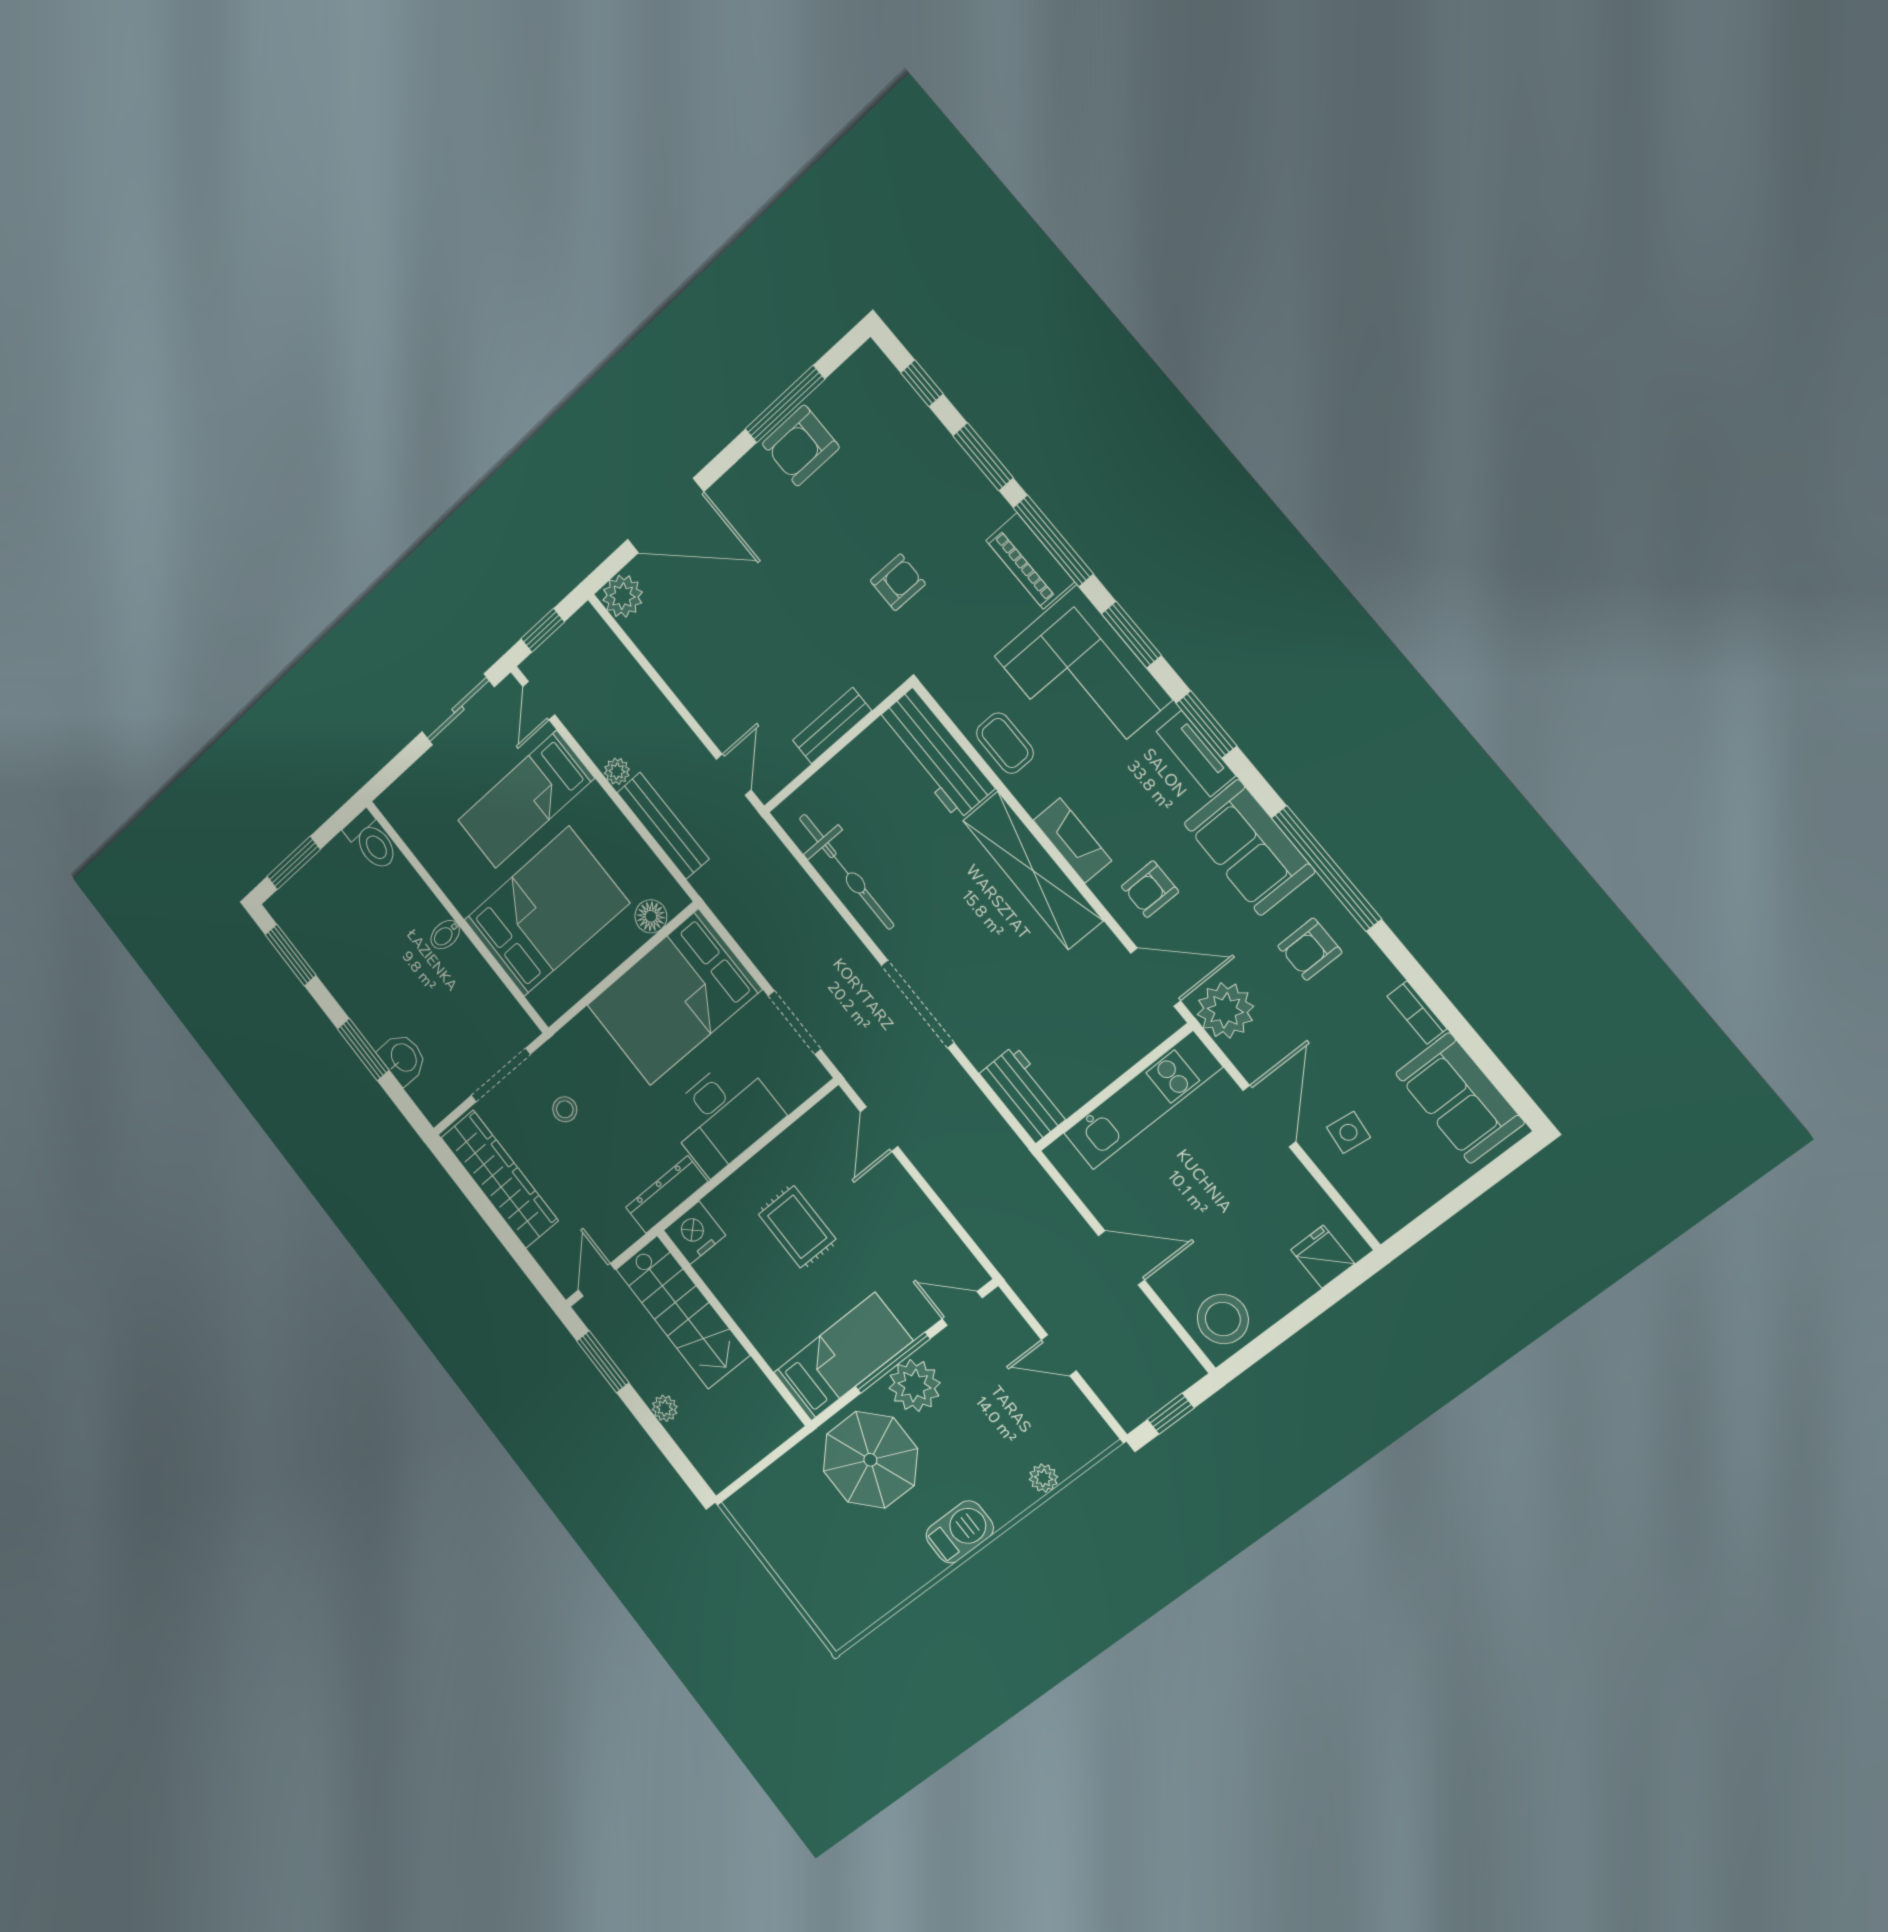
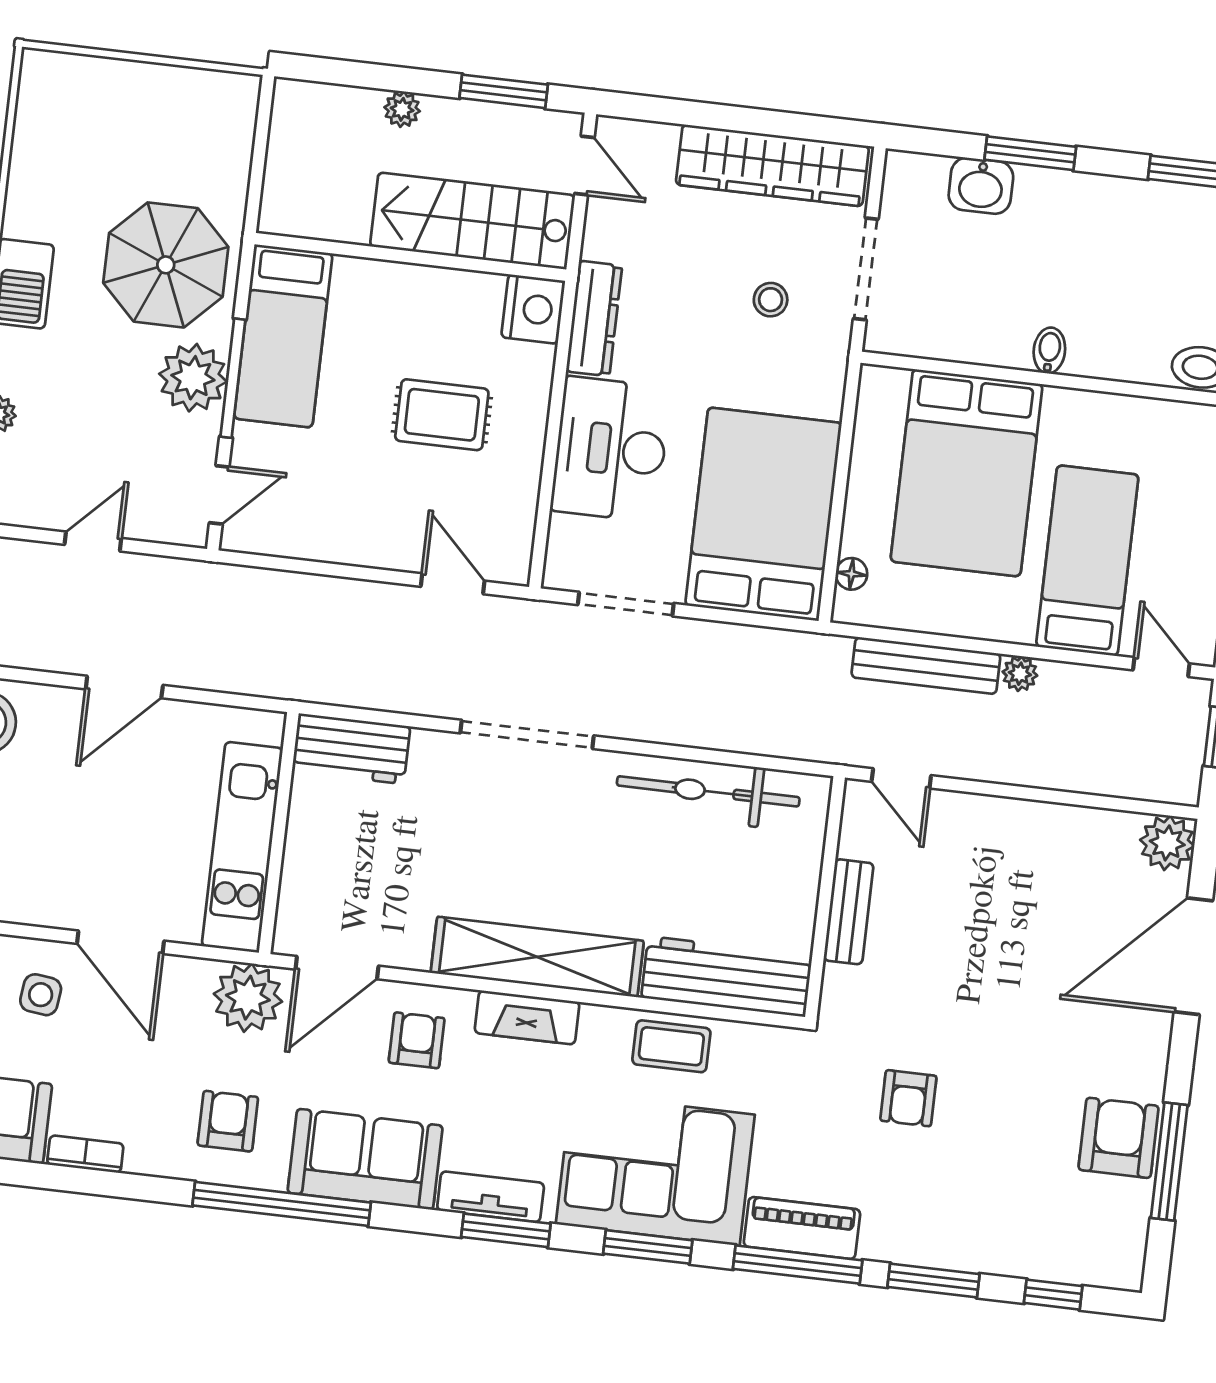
floor lamp: (651, 916) -> (851, 574), width x0.73, depth x0.73

